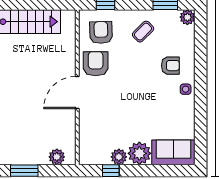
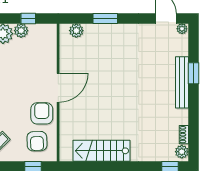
armchair: (96, 64) -> (42, 113), turned 180

